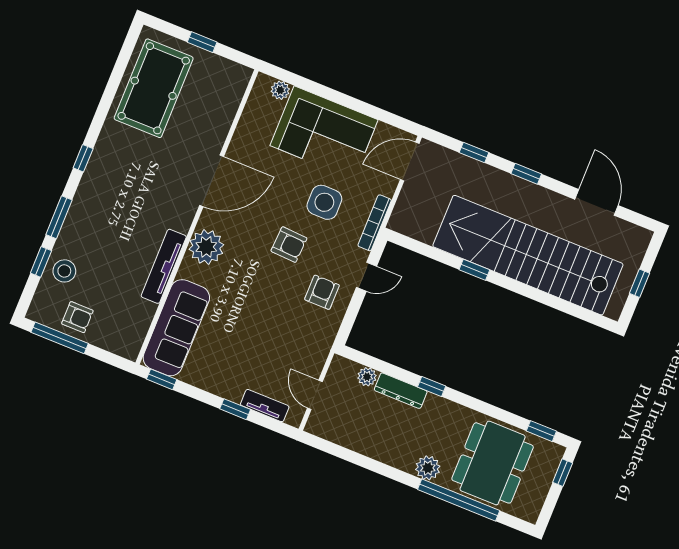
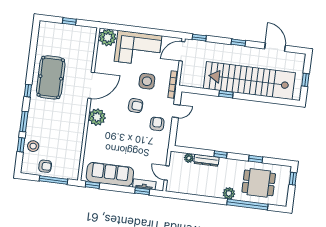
pool table: (154, 88) -> (51, 77), moved
plant: (280, 90) -> (108, 38), width x1.88, depth x1.88
window: (474, 153) -> (199, 38), moved
tv unit: (164, 266) -> (79, 131), removed
sofa: (176, 328) -> (110, 174), moved, turned -90
window: (60, 338) -> (53, 180), moved
window: (235, 409) -> (142, 191), moved
window: (541, 431) -> (256, 159), moved
dining table: (493, 463) -> (259, 183), width x0.73

